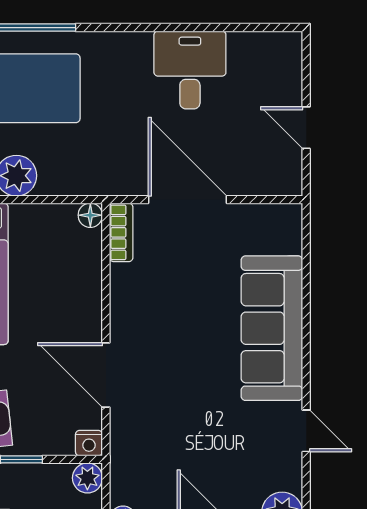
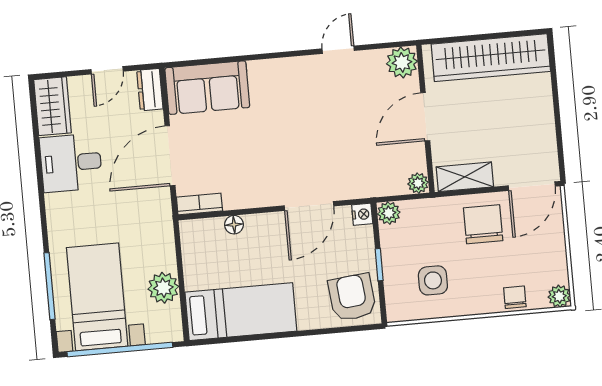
wardrobe: (266, 52) -> (53, 106), added
dresser: (276, 181) -> (150, 90), added
floor lamp: (90, 215) -> (234, 225), moved
sofa: (272, 328) -> (207, 88), moved, width x0.73

